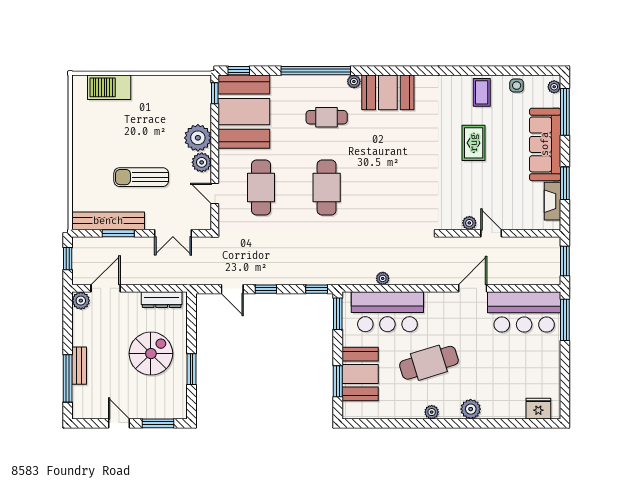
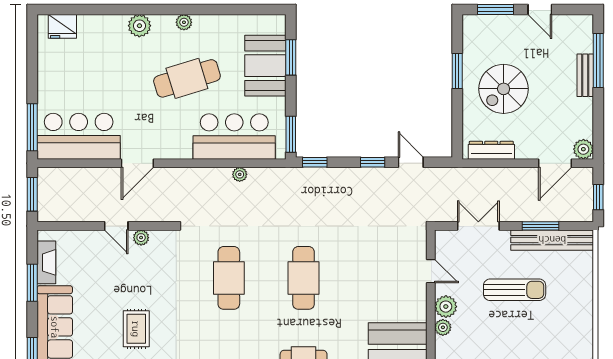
plant: (198, 138) -> (443, 327), width x0.53, depth x0.53
cafe table: (261, 187) -> (229, 278), moved

